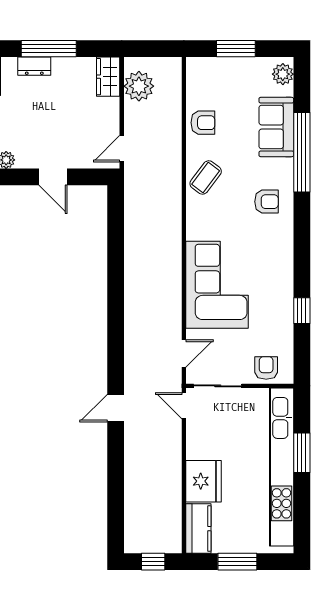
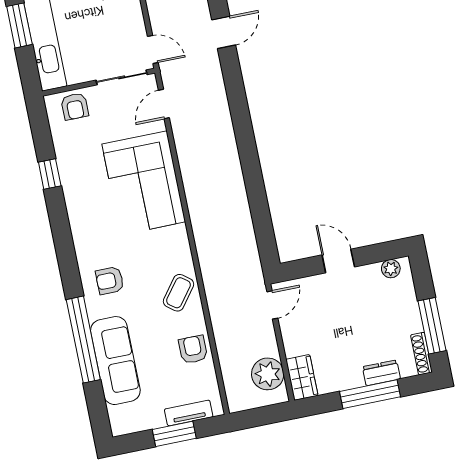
tv unit: (219, 65) -> (189, 413), added
plant: (283, 74) -> (120, 417), removed
armchair: (203, 123) -> (193, 349), turned 90
sofa: (276, 127) -> (115, 361), width x1.36

